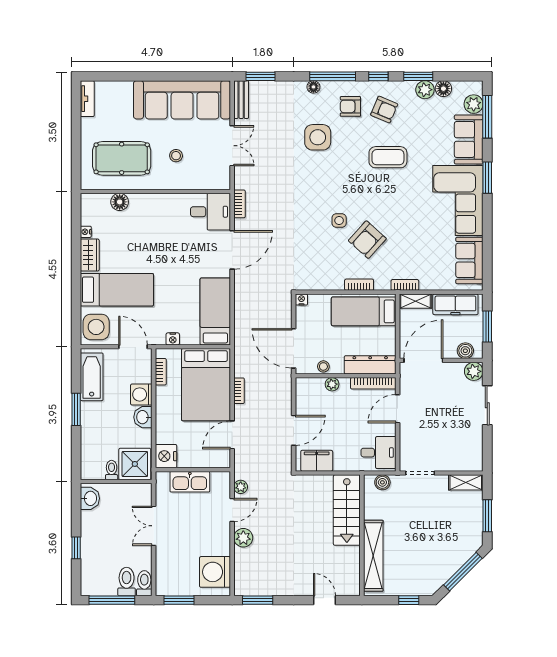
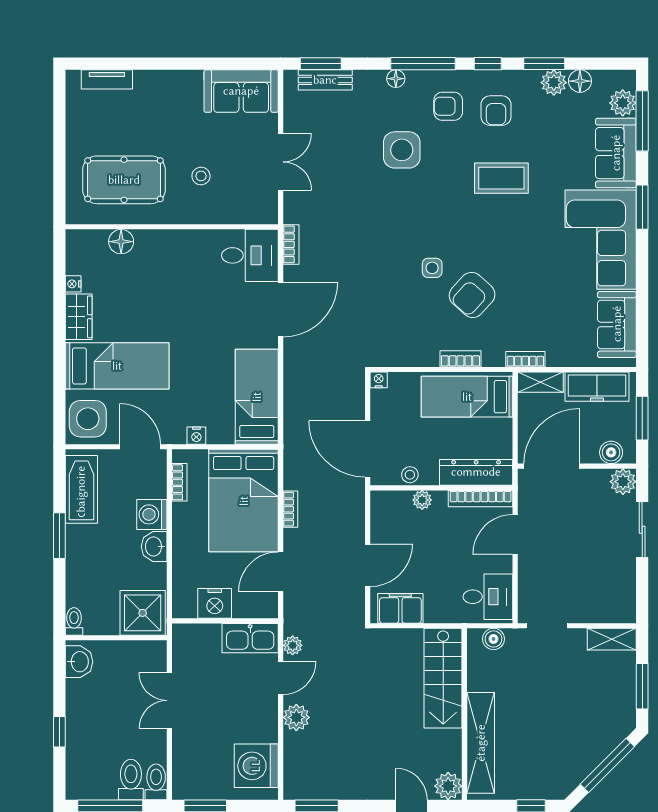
tv unit: (87, 99) -> (107, 79), moved, turned 90
sofa: (182, 100) -> (241, 91), width x0.54, depth x0.79
bench: (241, 100) -> (325, 80), moved, turned 90
armchair: (384, 109) -> (496, 111), turned 67
nightstand: (166, 456) -> (215, 603), moved, turned -90
toilet: (112, 470) -> (74, 621), moved
kitchen sink: (190, 482) -> (250, 638), moved
plant: (350, 586) -> (448, 786), added

